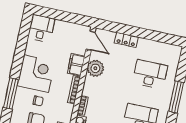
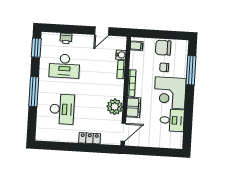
desk: (41, 28) -> (172, 120), moved, turned -90
door: (91, 41) -> (123, 132), swing flipped
desk: (150, 74) -> (62, 109), turned -90

